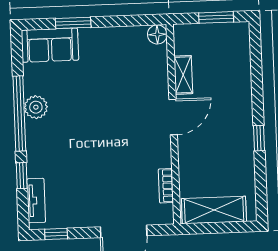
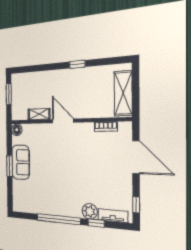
window: (73, 23) -> (10, 166), moved
sofa: (50, 45) -> (21, 162), moved
plant: (36, 107) -> (90, 211), moved

